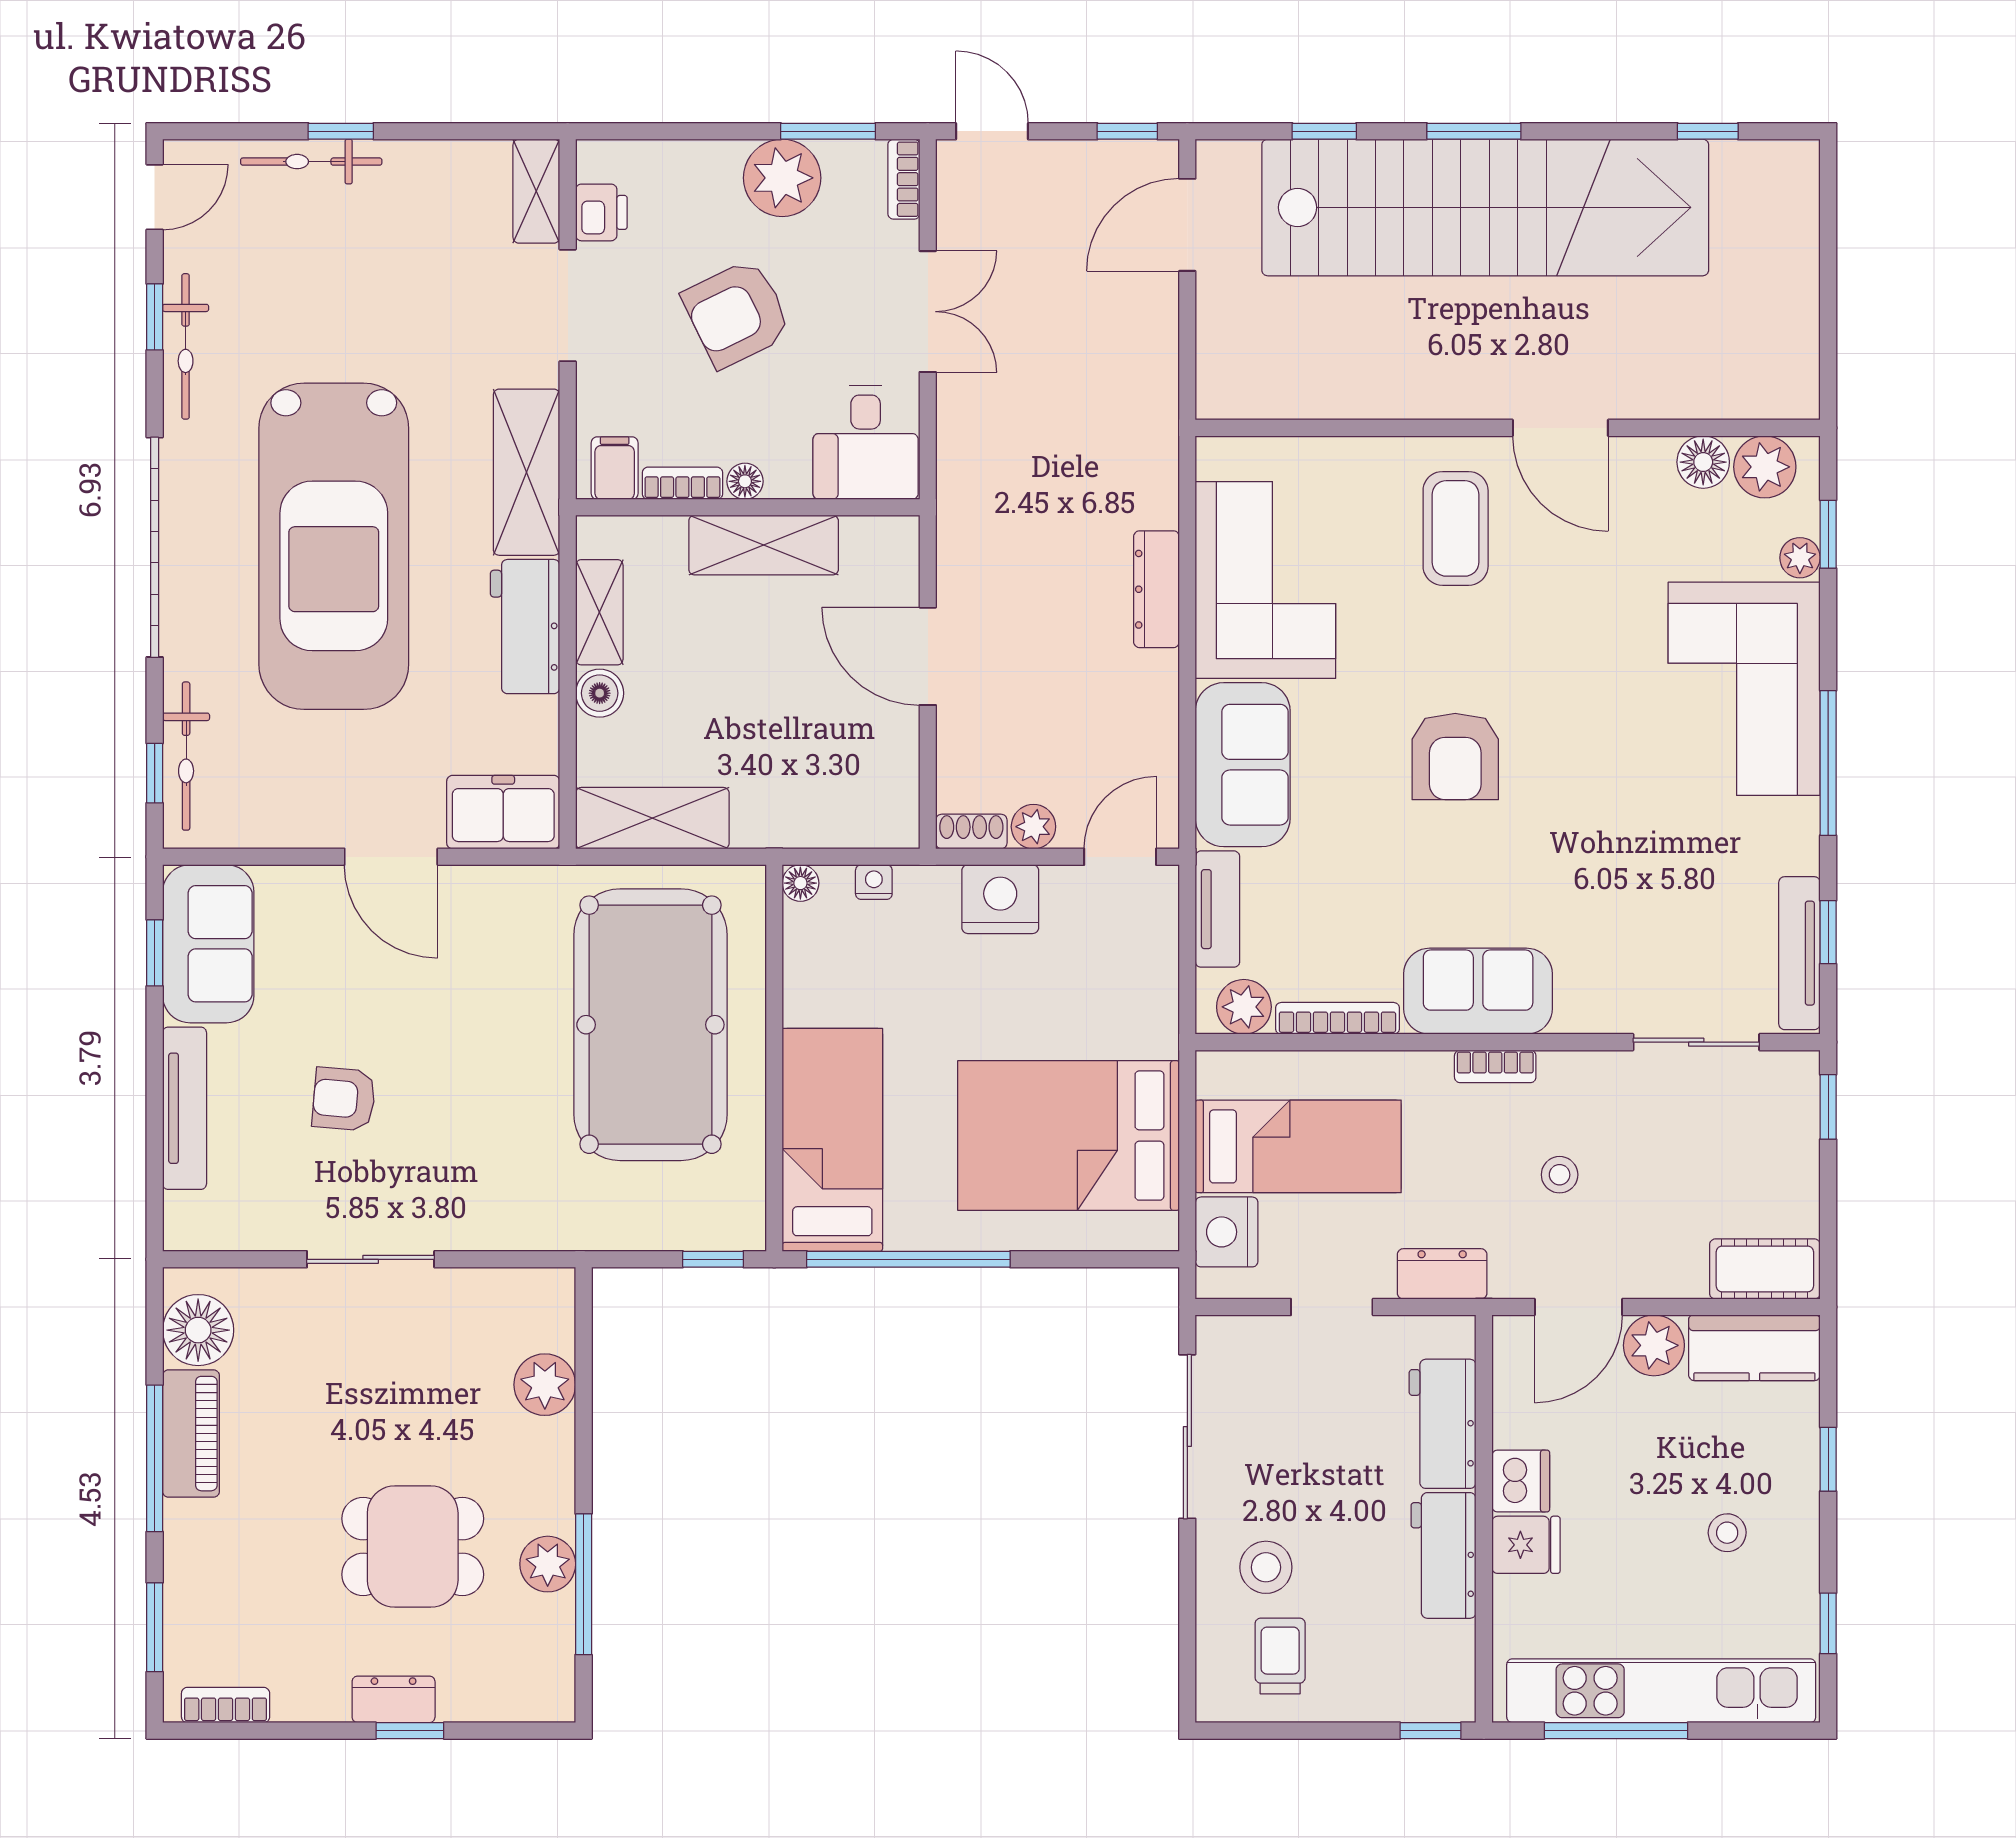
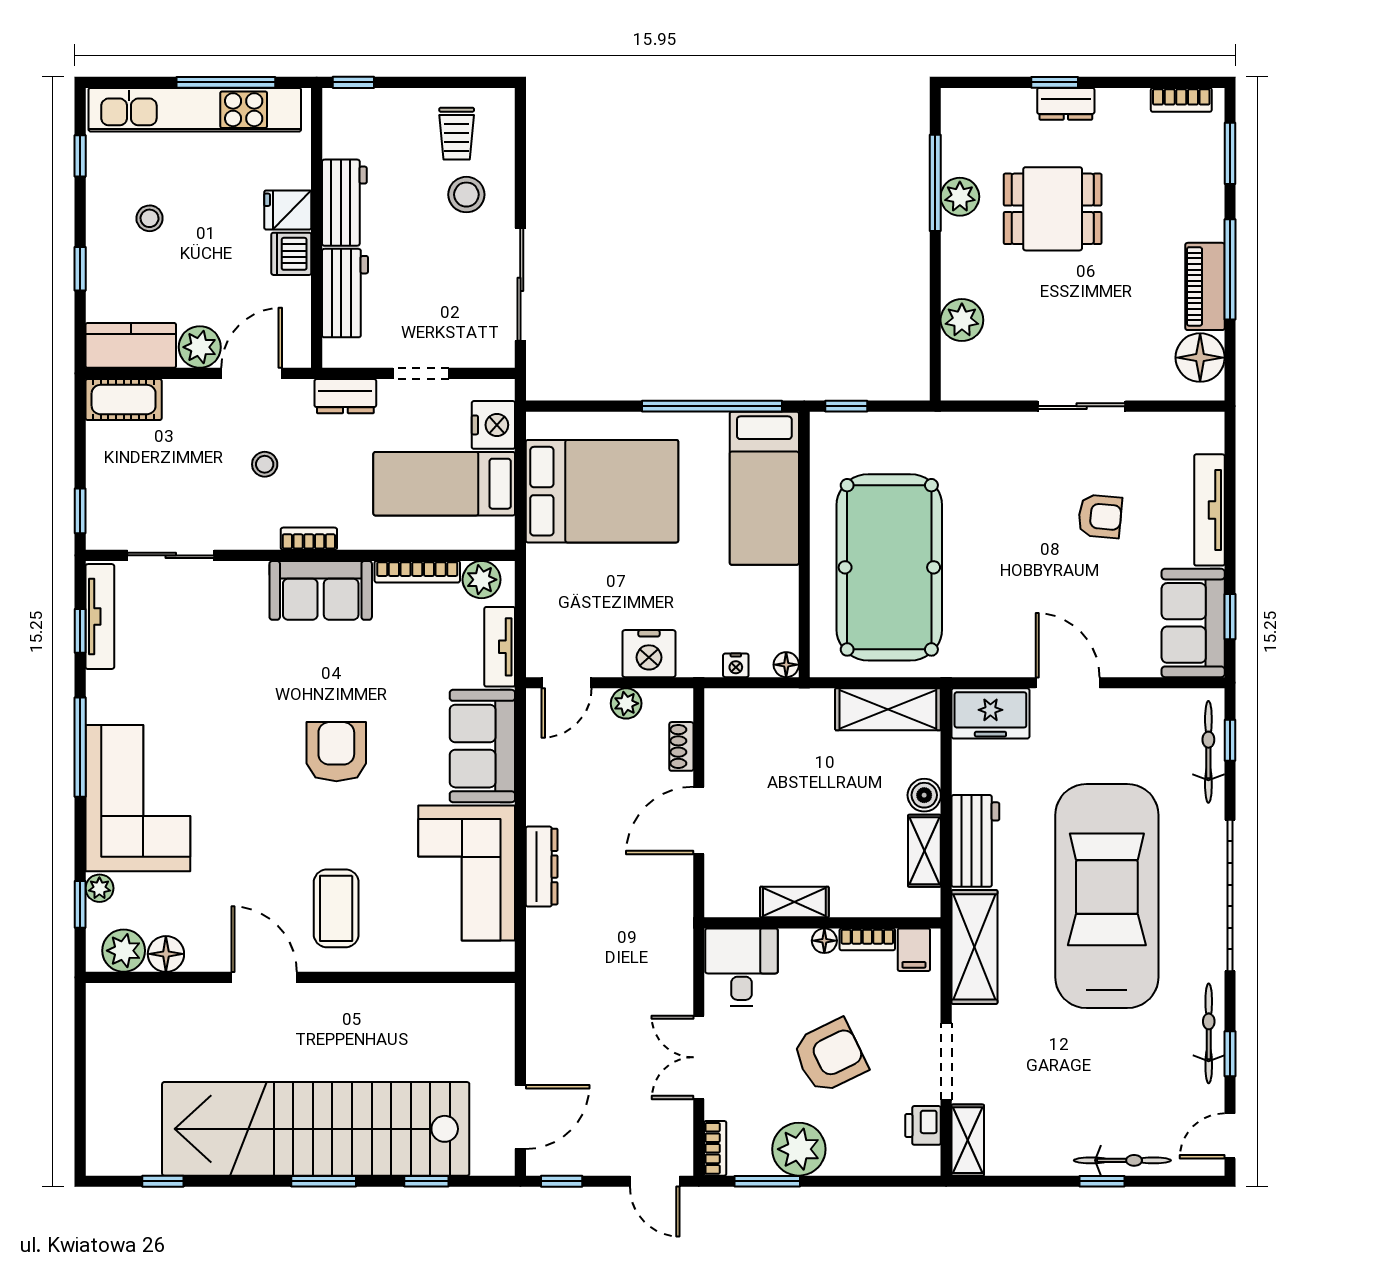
shelving: (764, 545) -> (794, 902), width x0.67, depth x0.75
door: (928, 656) -> (699, 820), swing flipped
shoe rack: (971, 832) -> (681, 746), moved, turned 90

